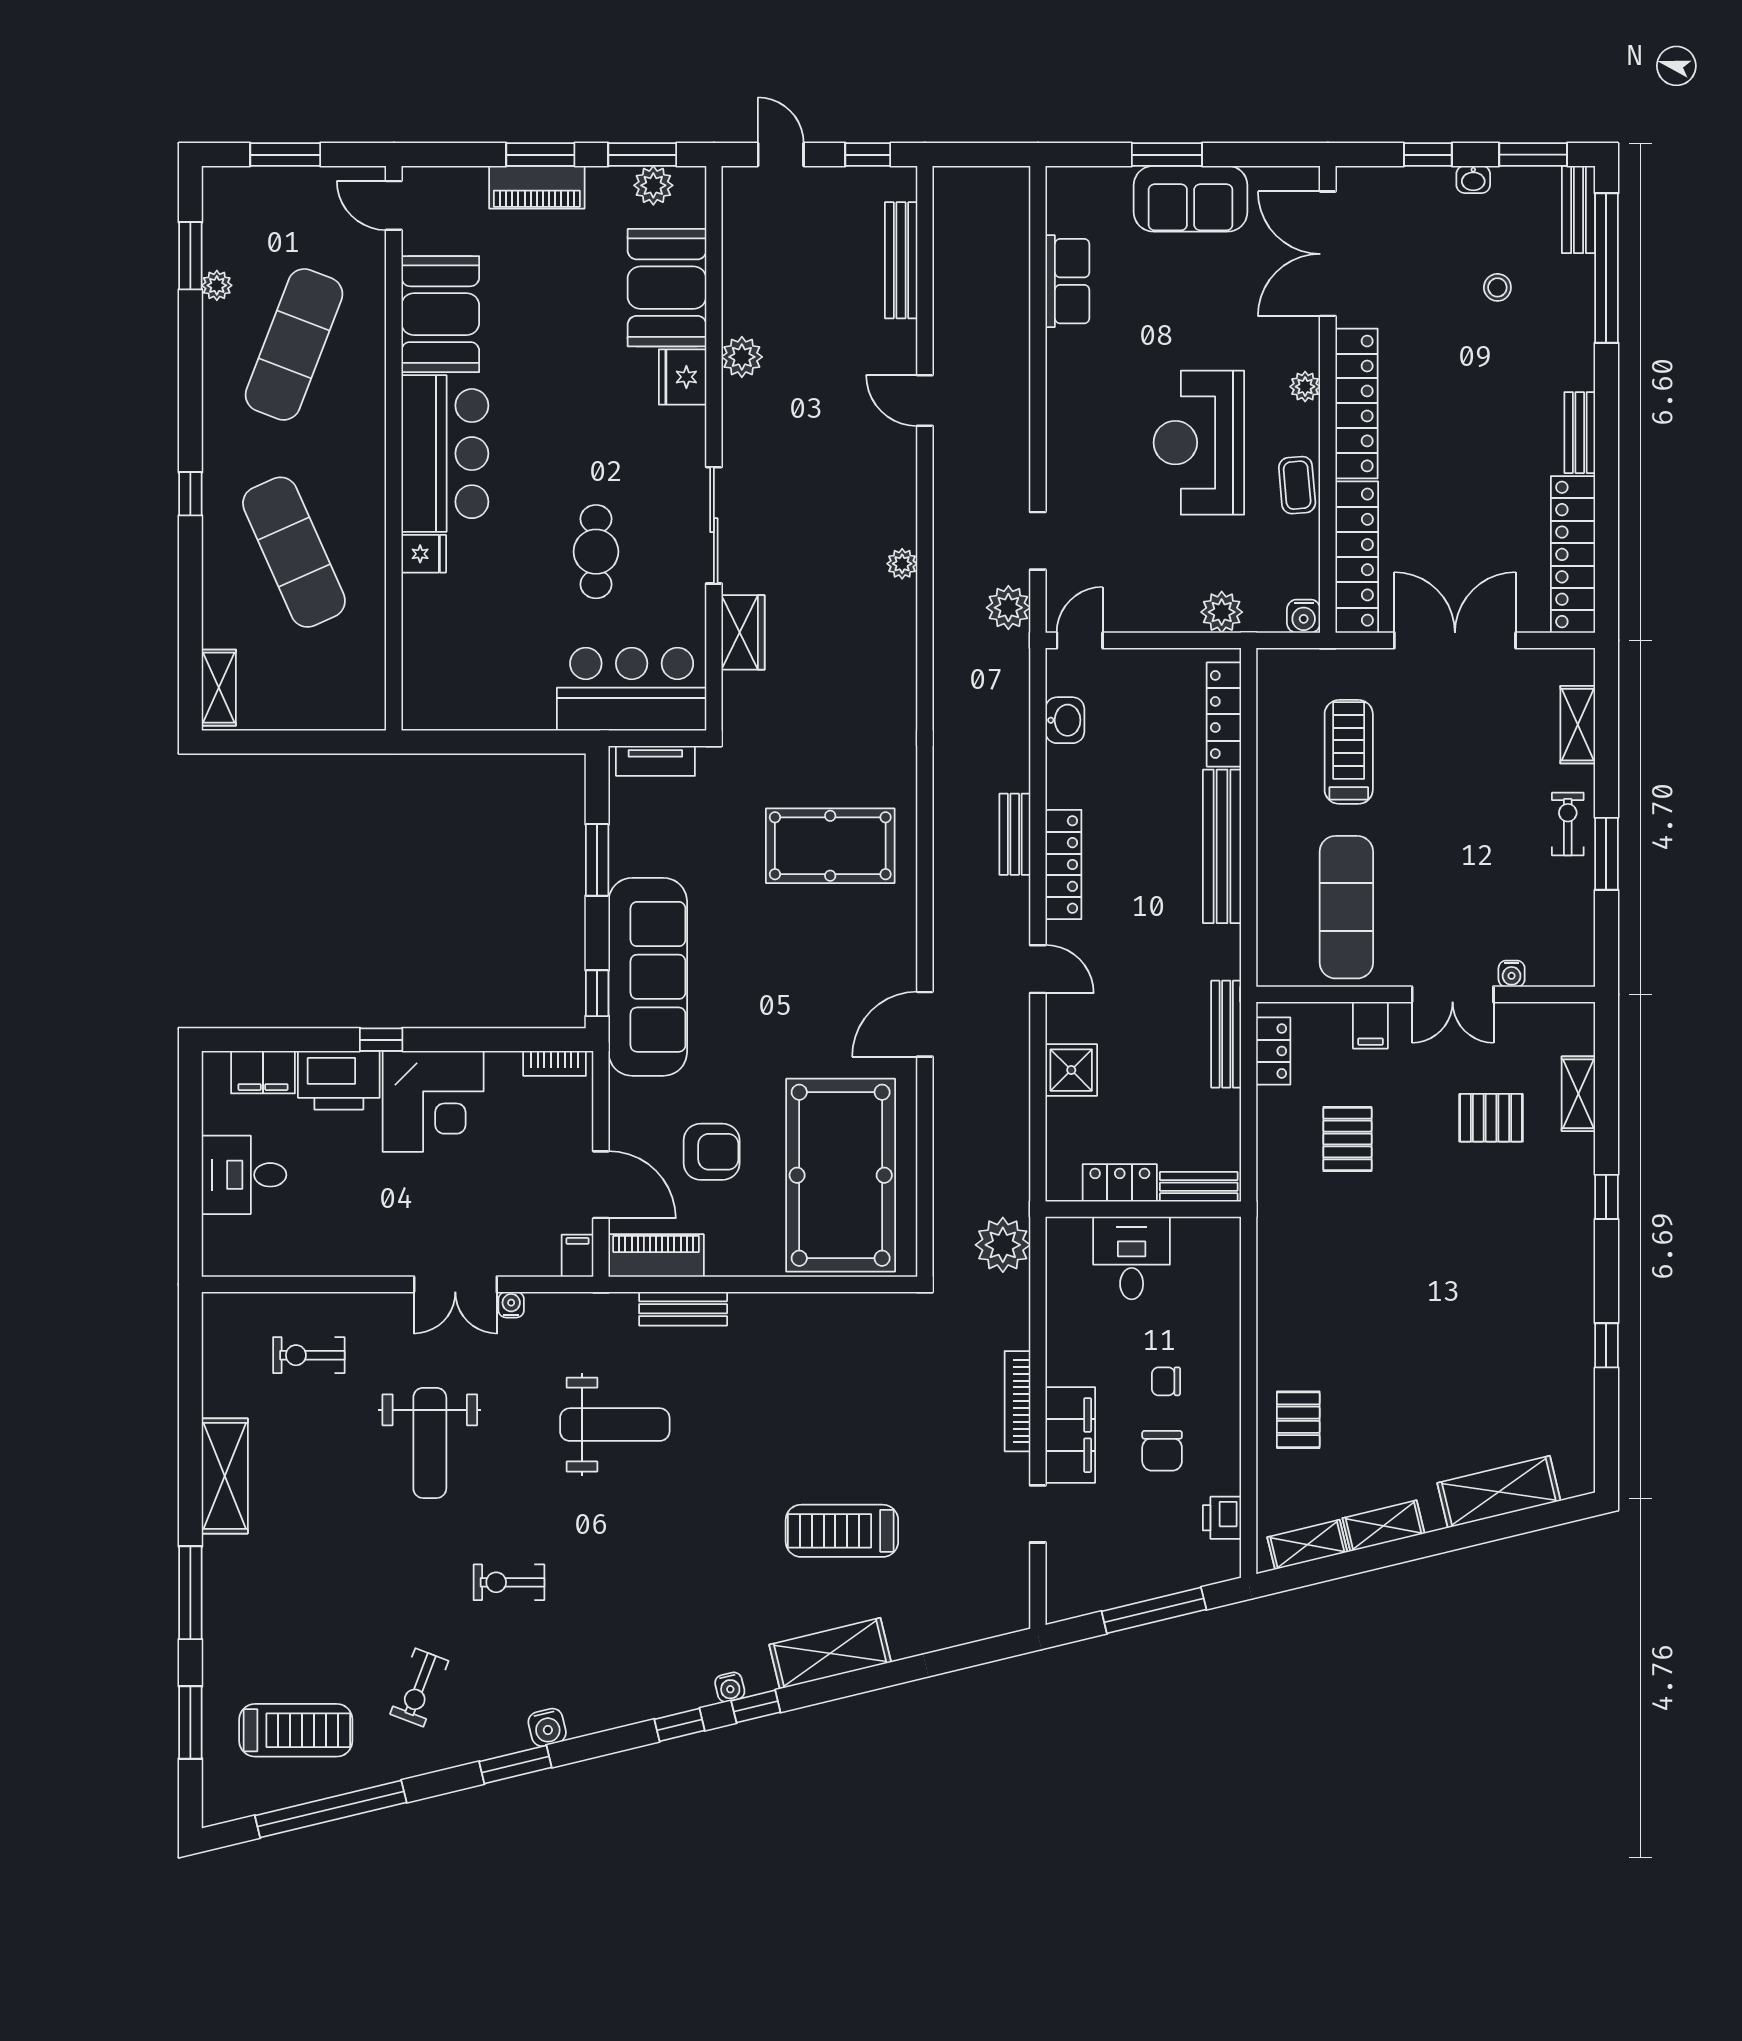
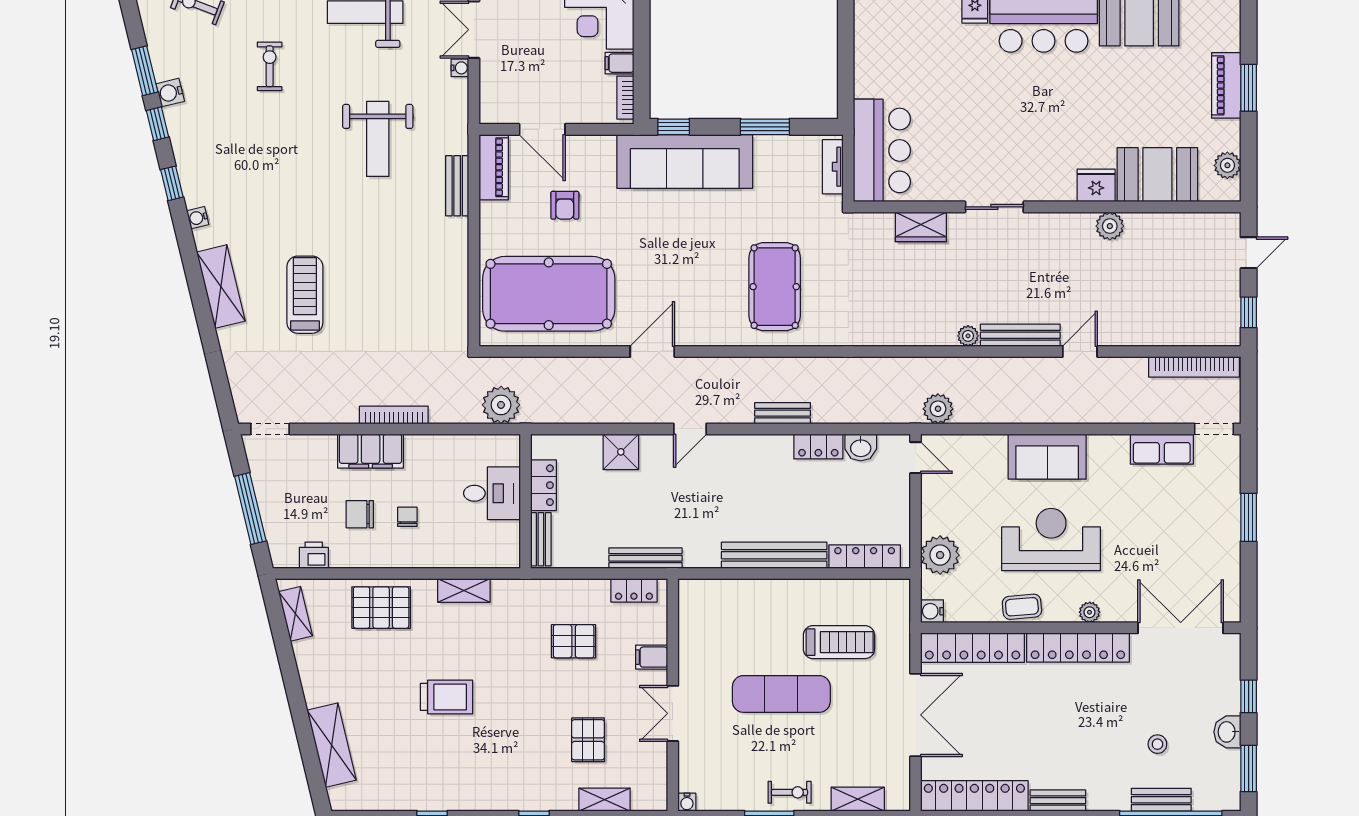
window: (642, 155) -> (1249, 158), removed
washbasin: (1473, 179) -> (1227, 732), width x1.38, depth x1.45
sofa: (1191, 199) -> (1047, 457), moved, turned -90
bench: (1578, 210) -> (1161, 800), moved
bookcase: (947, 234) -> (1194, 367), added
bench: (901, 260) -> (1020, 335), moved
sliding door: (714, 525) -> (994, 207), width x0.73
doorway: (1038, 541) -> (1214, 429), moved
cafe table: (596, 552) -> (976, 126), removed
plant: (1222, 612) -> (940, 555), width x1.36, depth x1.36
locker: (1063, 864) -> (818, 447), moved, width x0.66
exercise mat: (1346, 907) -> (781, 694), moved
water cooler: (1512, 974) -> (687, 802), moved, turned -90
door: (925, 1024) -> (652, 351), hinge flipped
armchair: (712, 1152) -> (565, 205), width x0.72, depth x0.72
door: (601, 1185) -> (542, 129), hinge flipped
filing cabinet: (578, 1256) -> (620, 63), moved, turned 180
trolley: (1429, 1324) -> (446, 697), added
pallet: (1298, 1420) -> (381, 608), width x1.50, depth x1.42
doorway: (1038, 1514) -> (270, 429), moved
shelving: (1384, 1526) -> (464, 591), moved, turned -76
window: (756, 1706) -> (157, 124), moved

